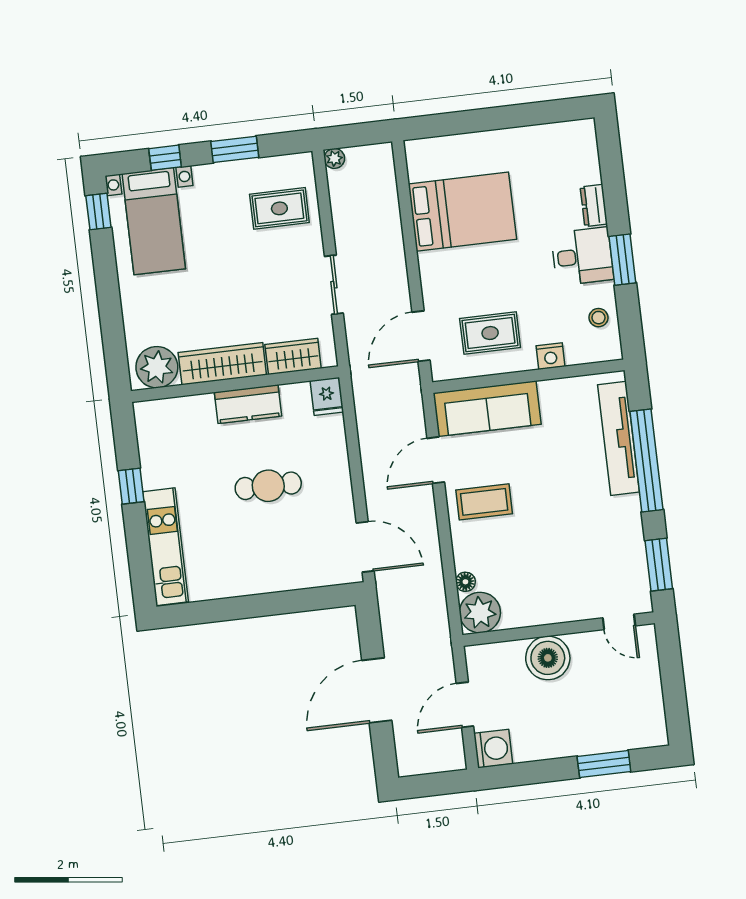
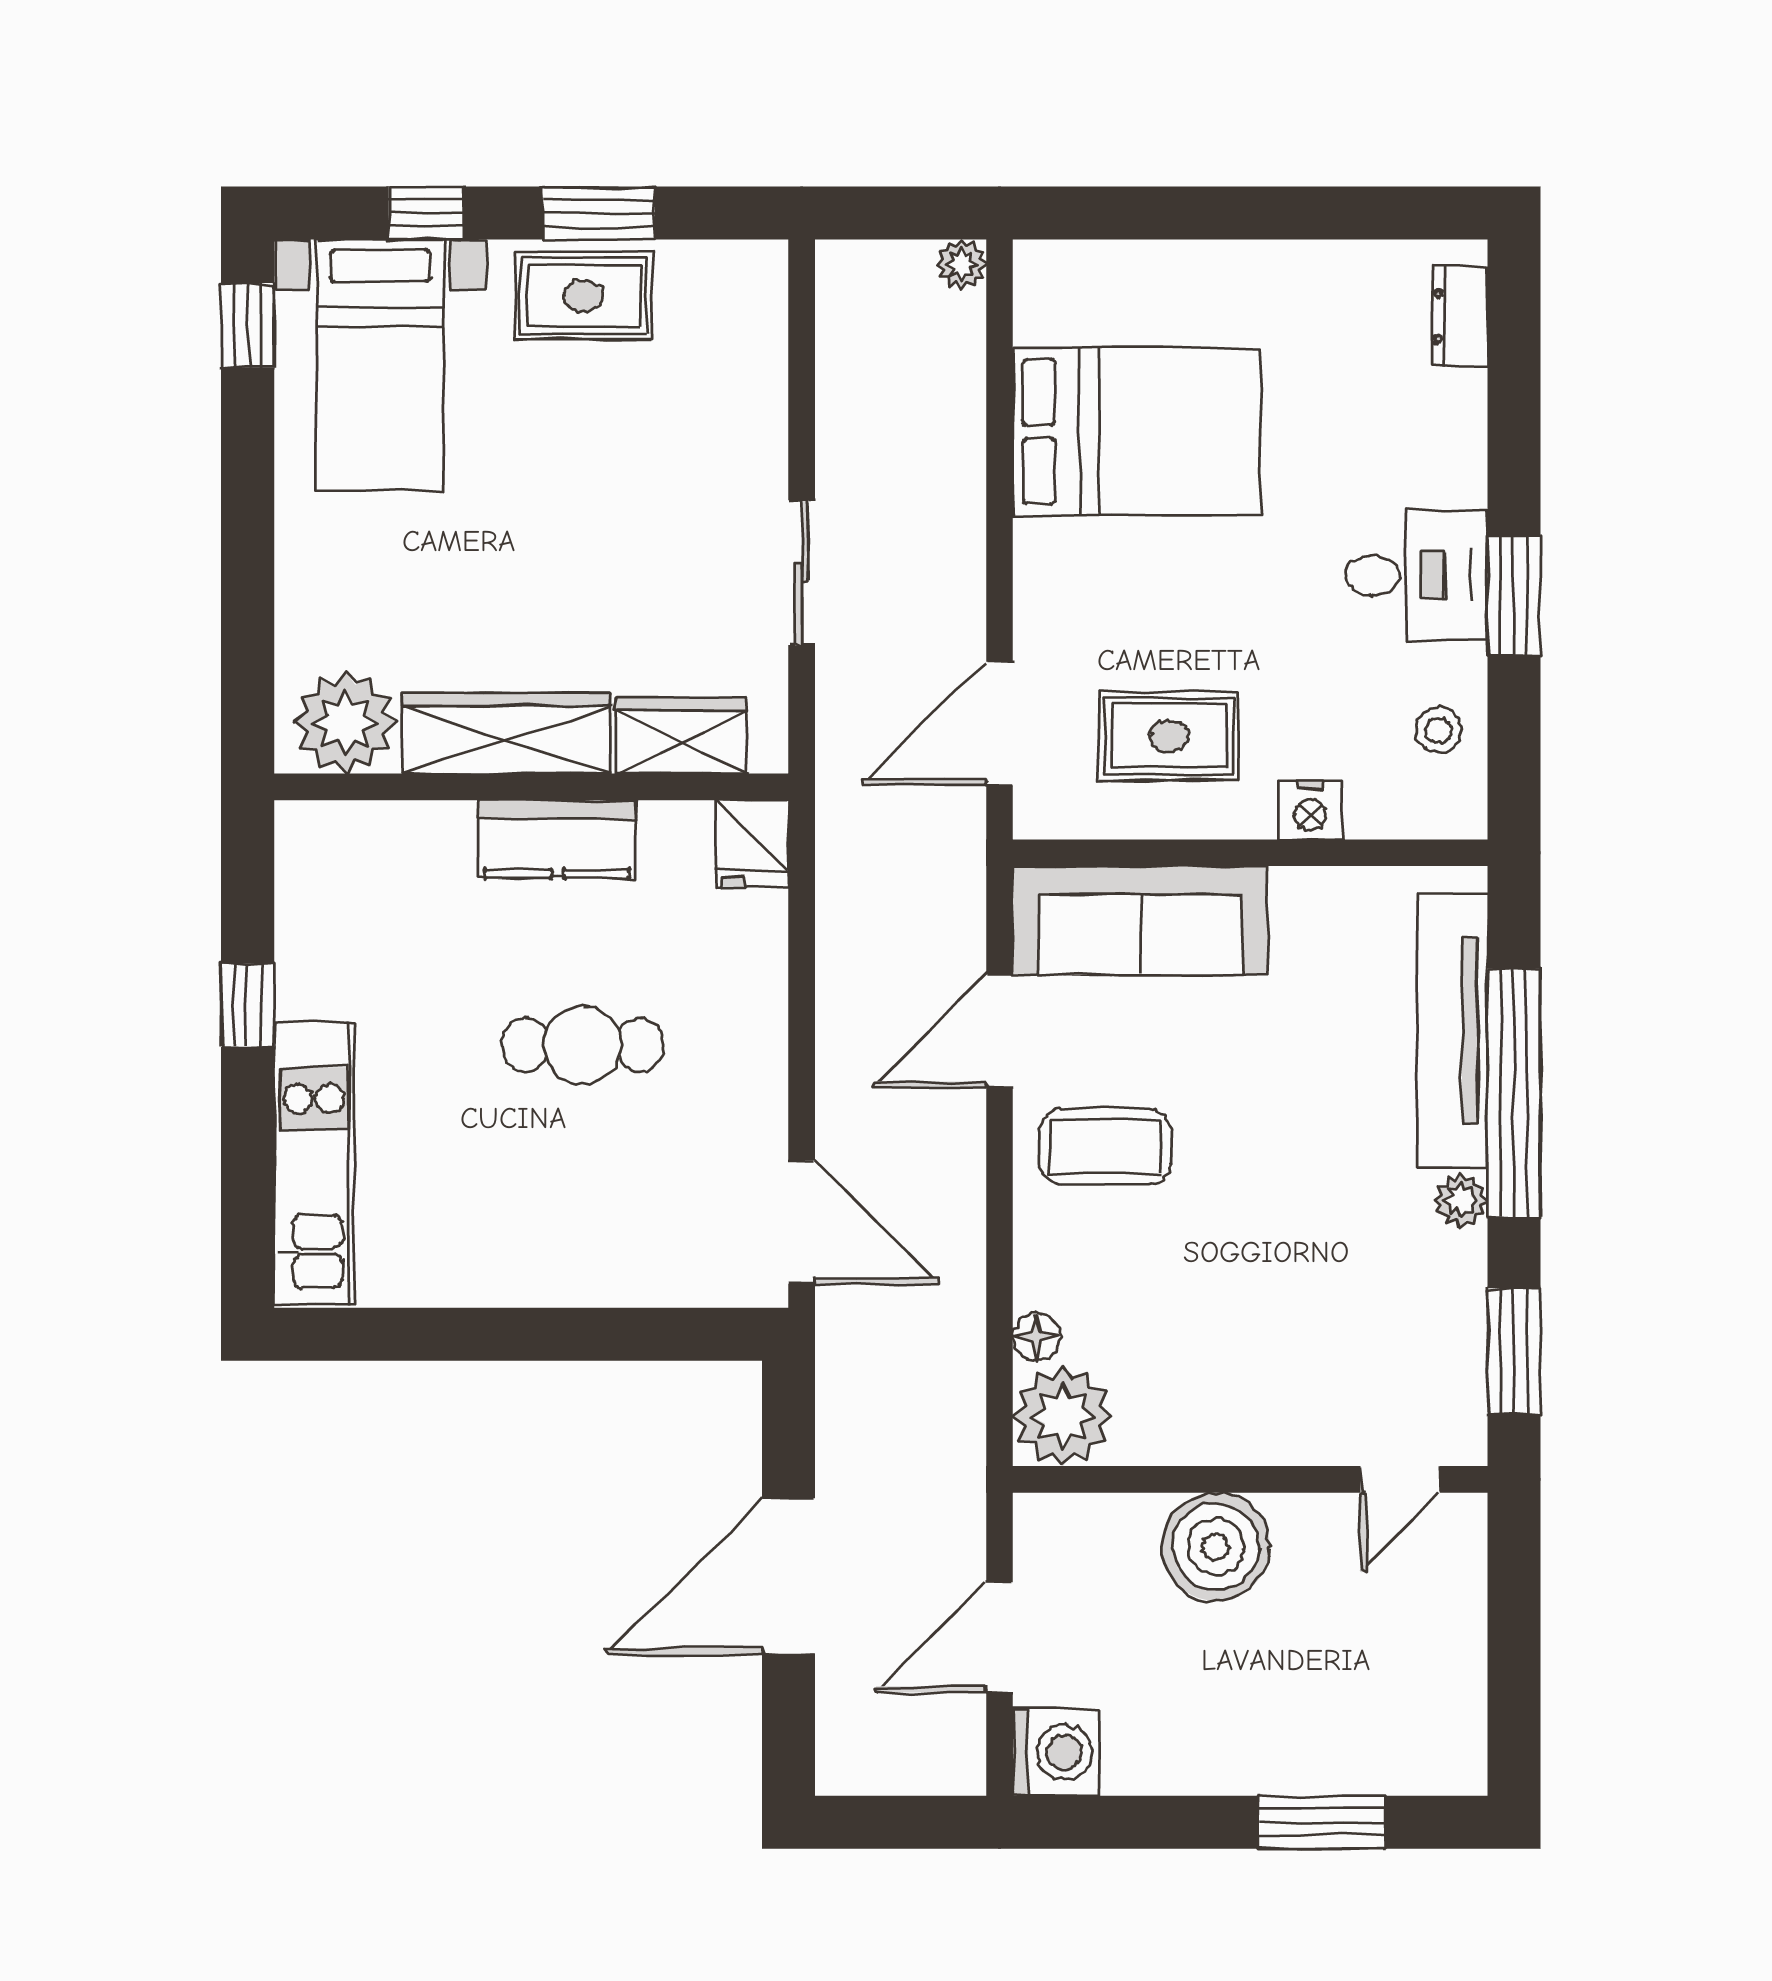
plant: (334, 158) -> (962, 264), moved
dresser: (594, 206) -> (1460, 316), moved
rug: (279, 208) -> (583, 296), moved
plant: (630, 506) -> (1461, 1200), added
door: (619, 622) -> (1400, 1479), hinge flipped

